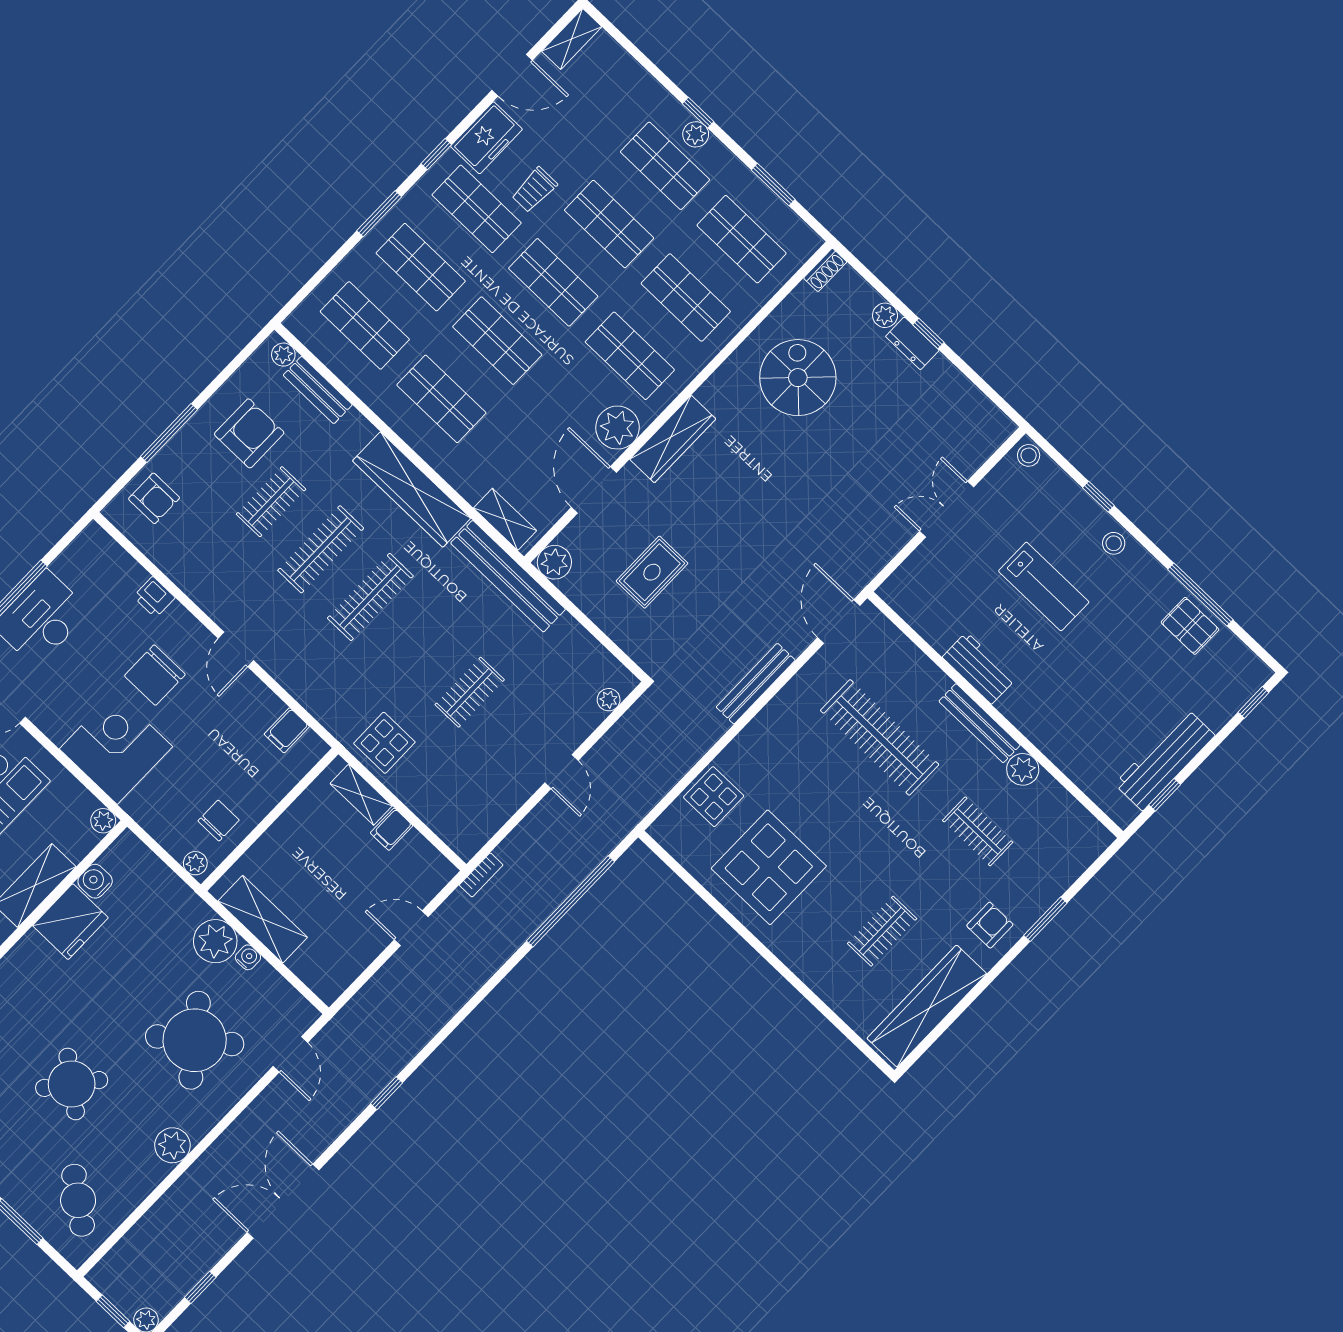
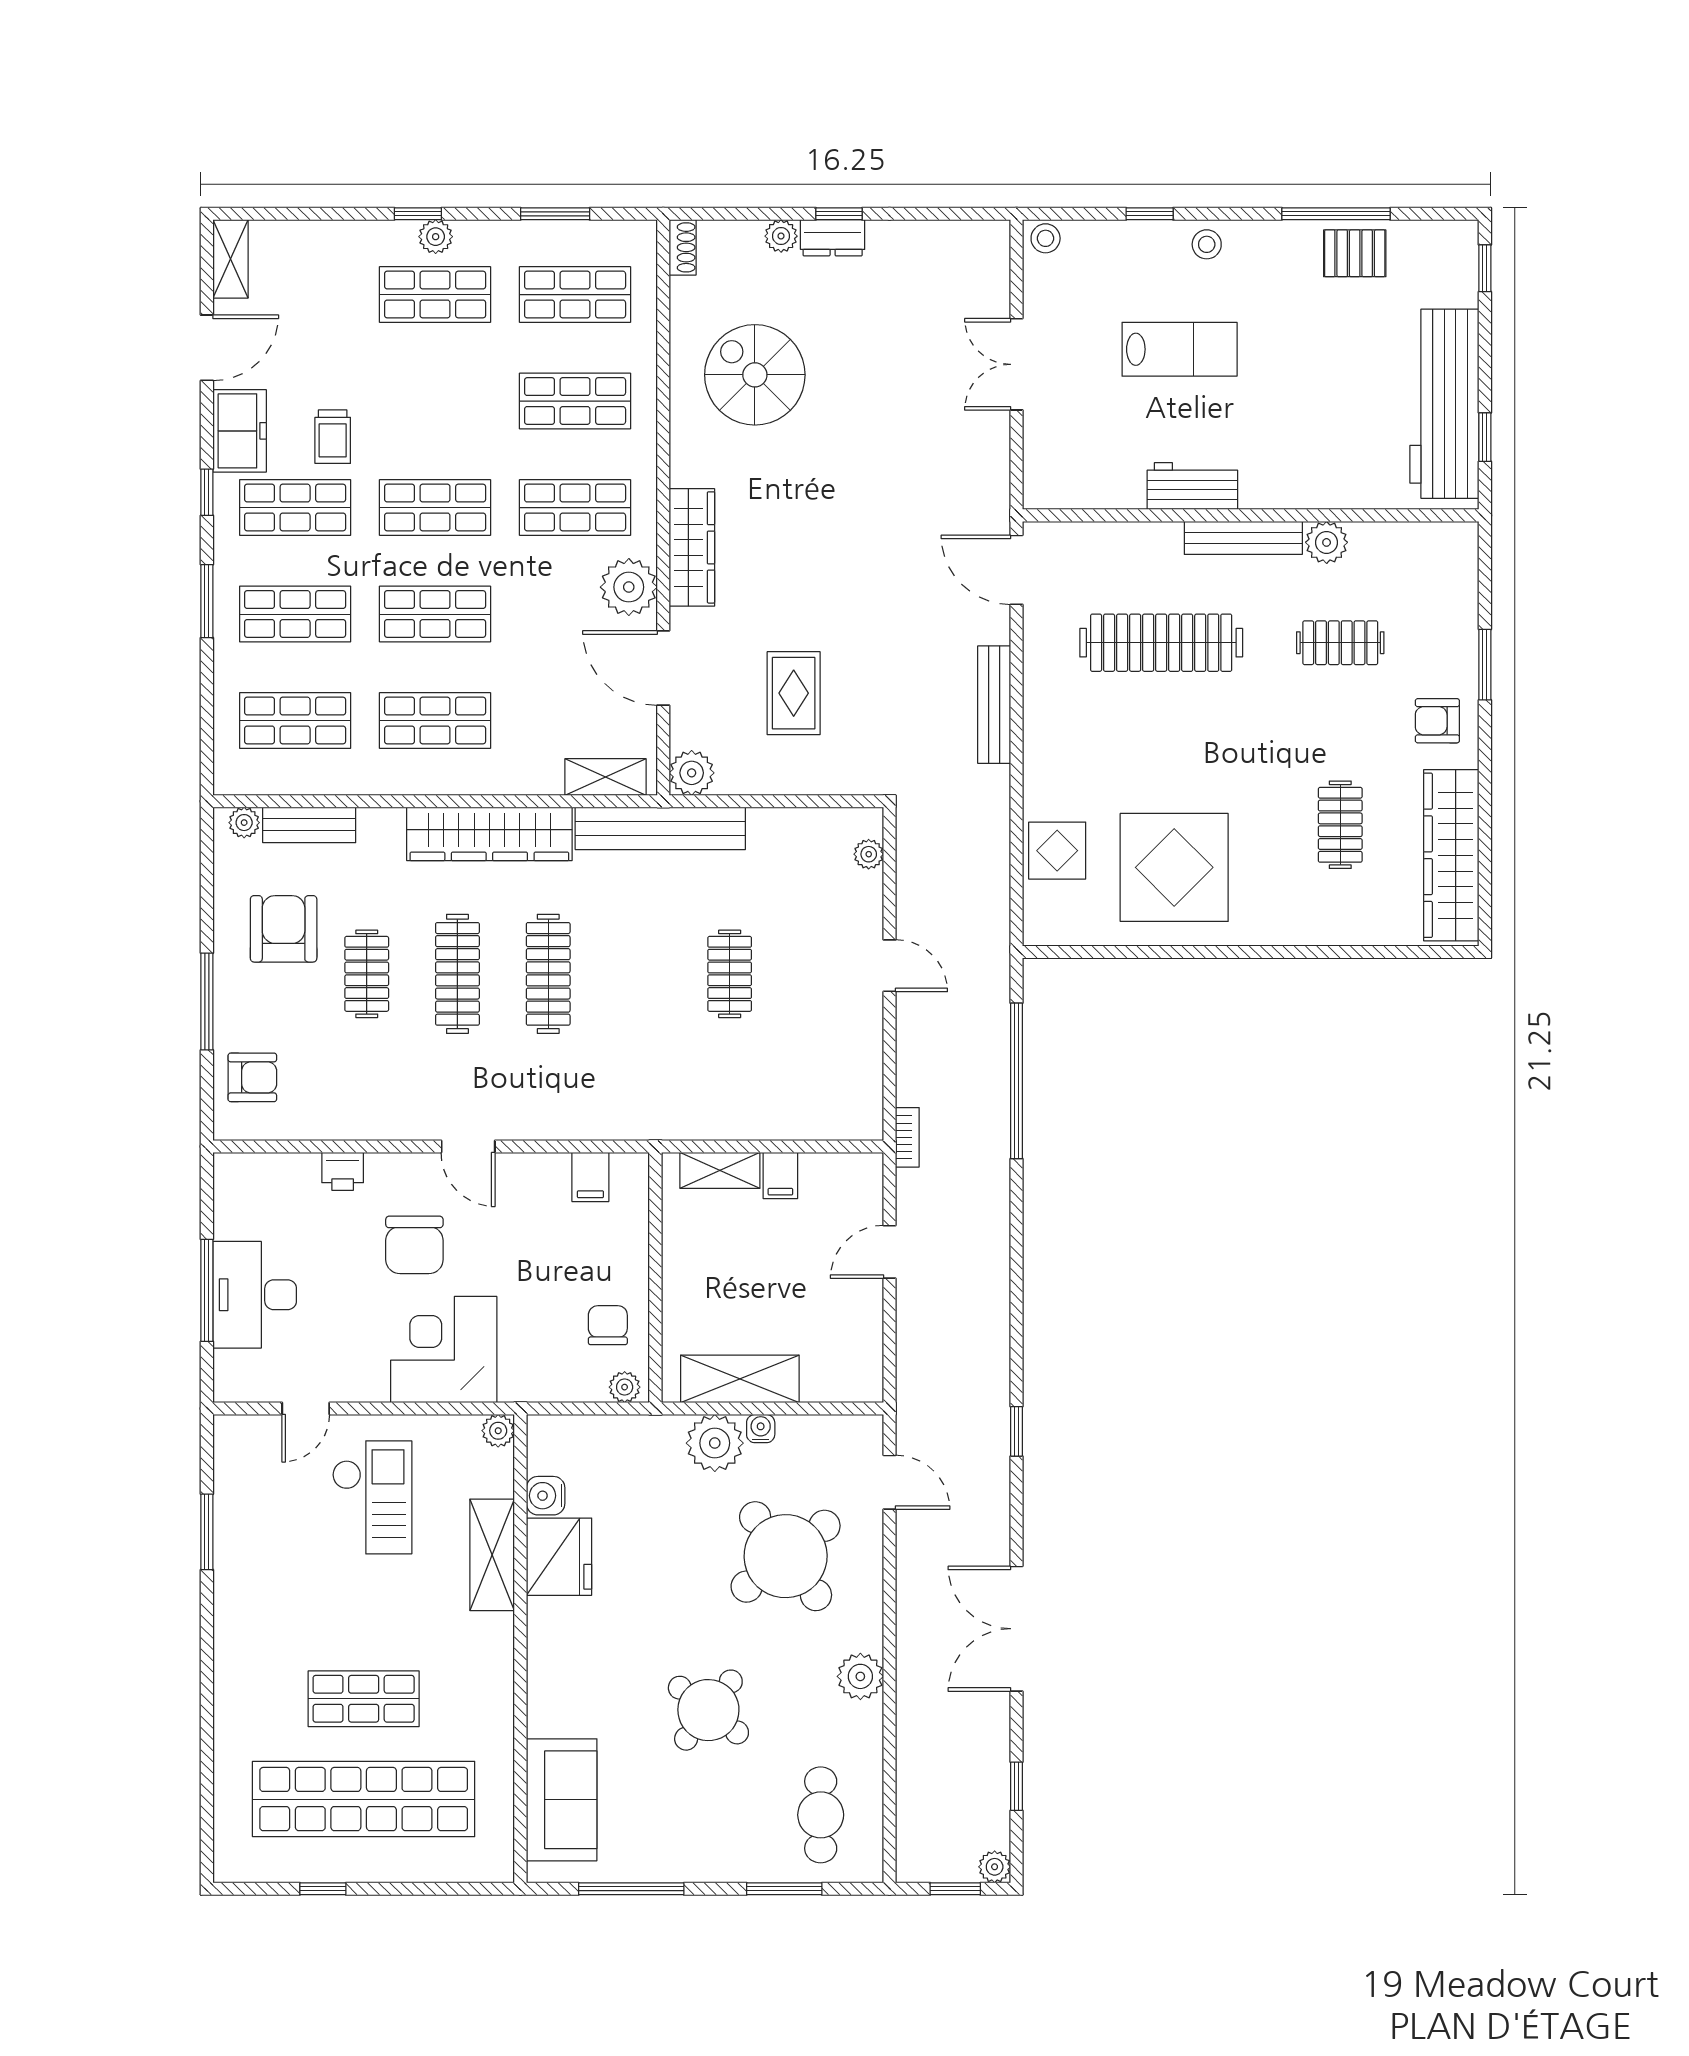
shop shelf: (609, 224) -> (435, 401), removed
display table: (384, 743) -> (695, 1100), removed
workbench: (1165, 760) -> (1444, 404), width x1.36, depth x1.32
armchair: (990, 925) -> (1437, 721), turned -90
cafe table: (78, 1200) -> (821, 1815), turned 53

